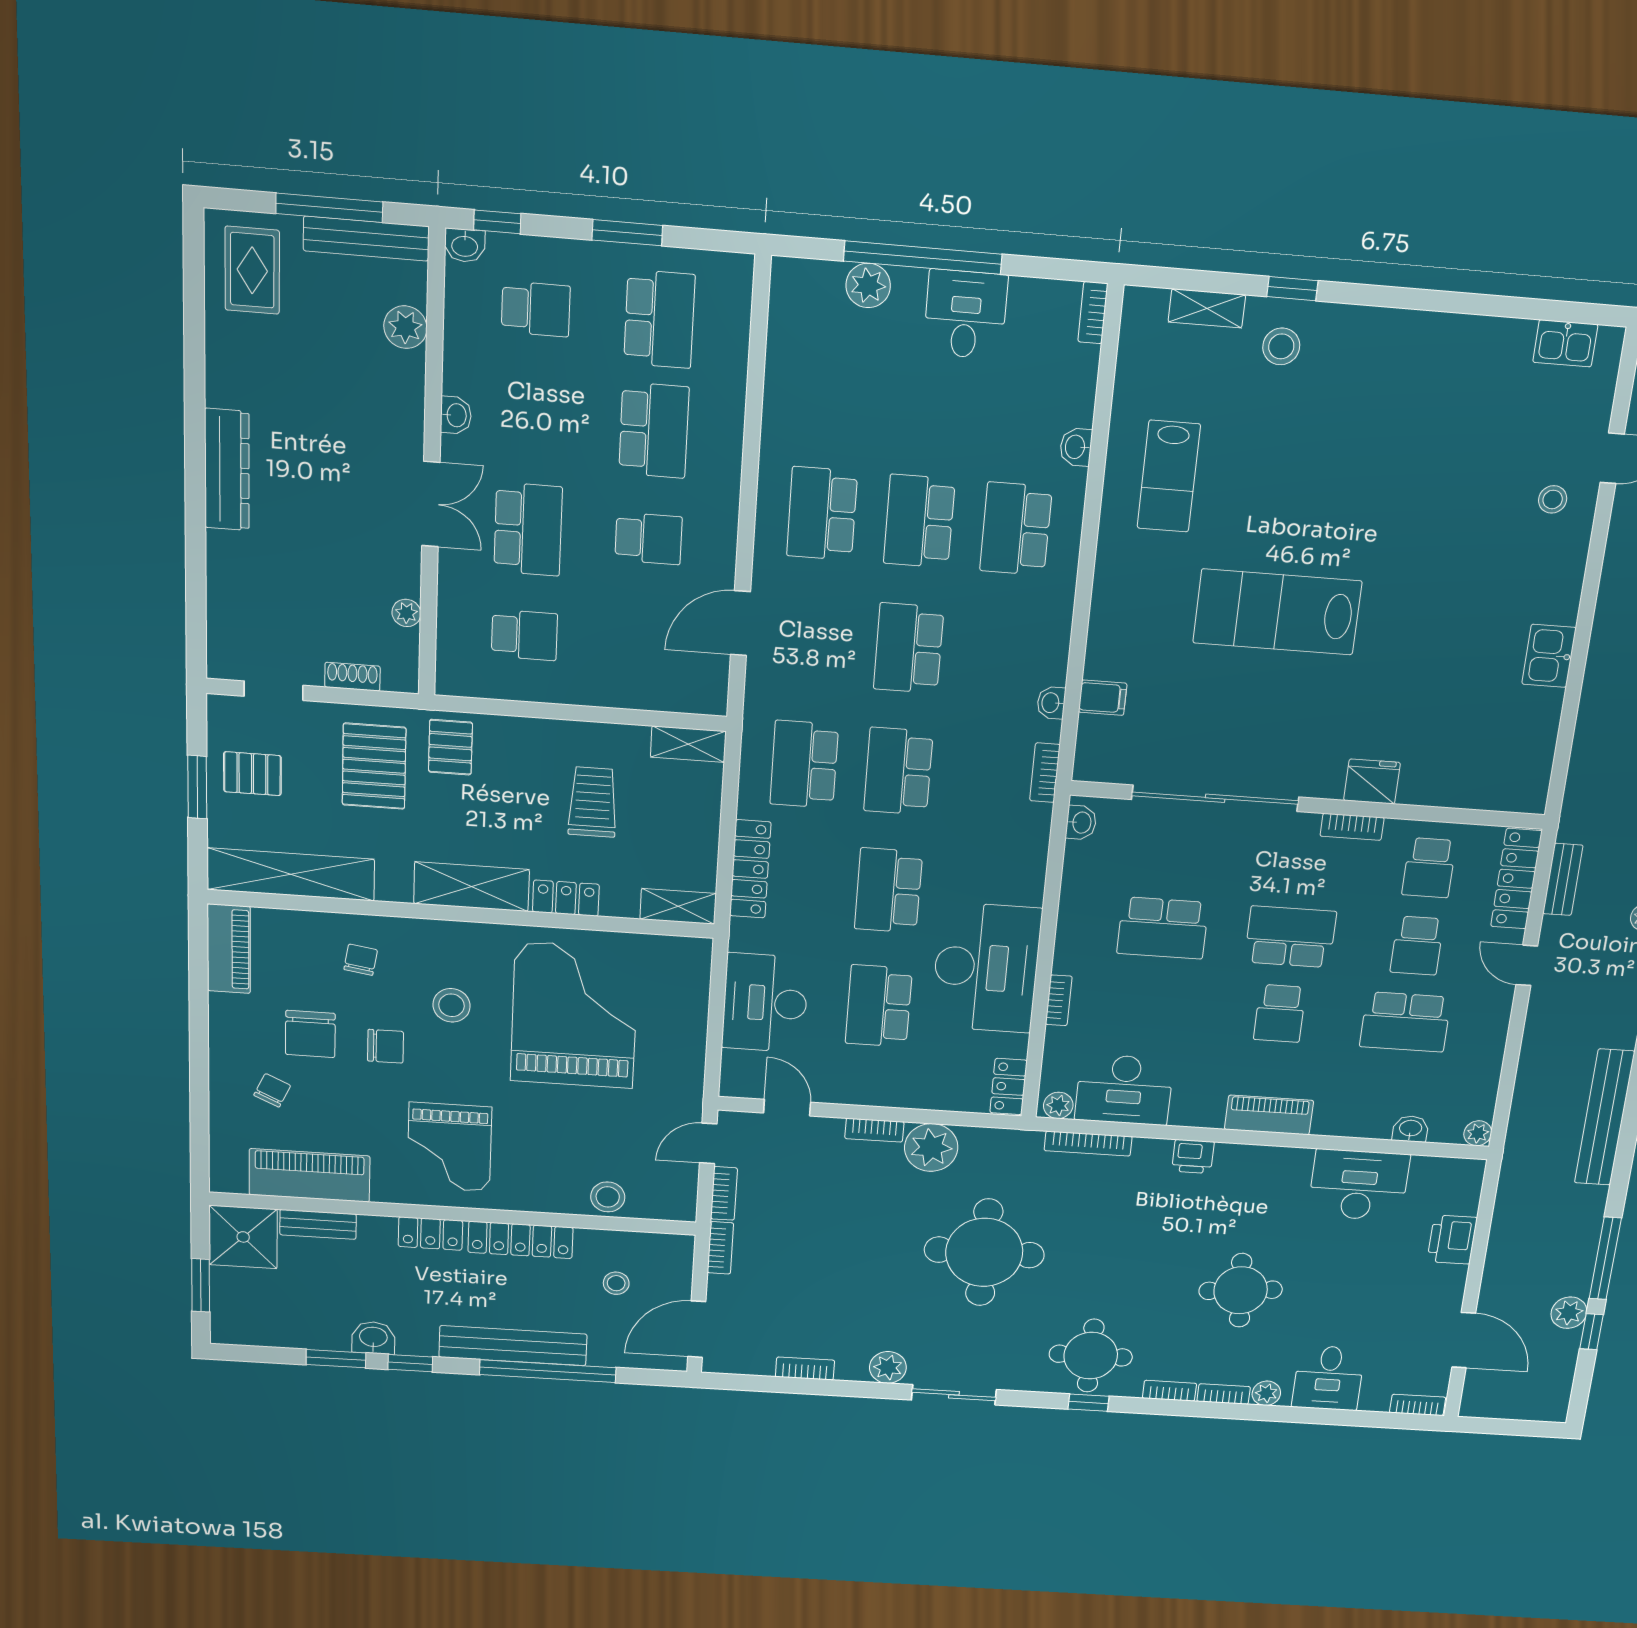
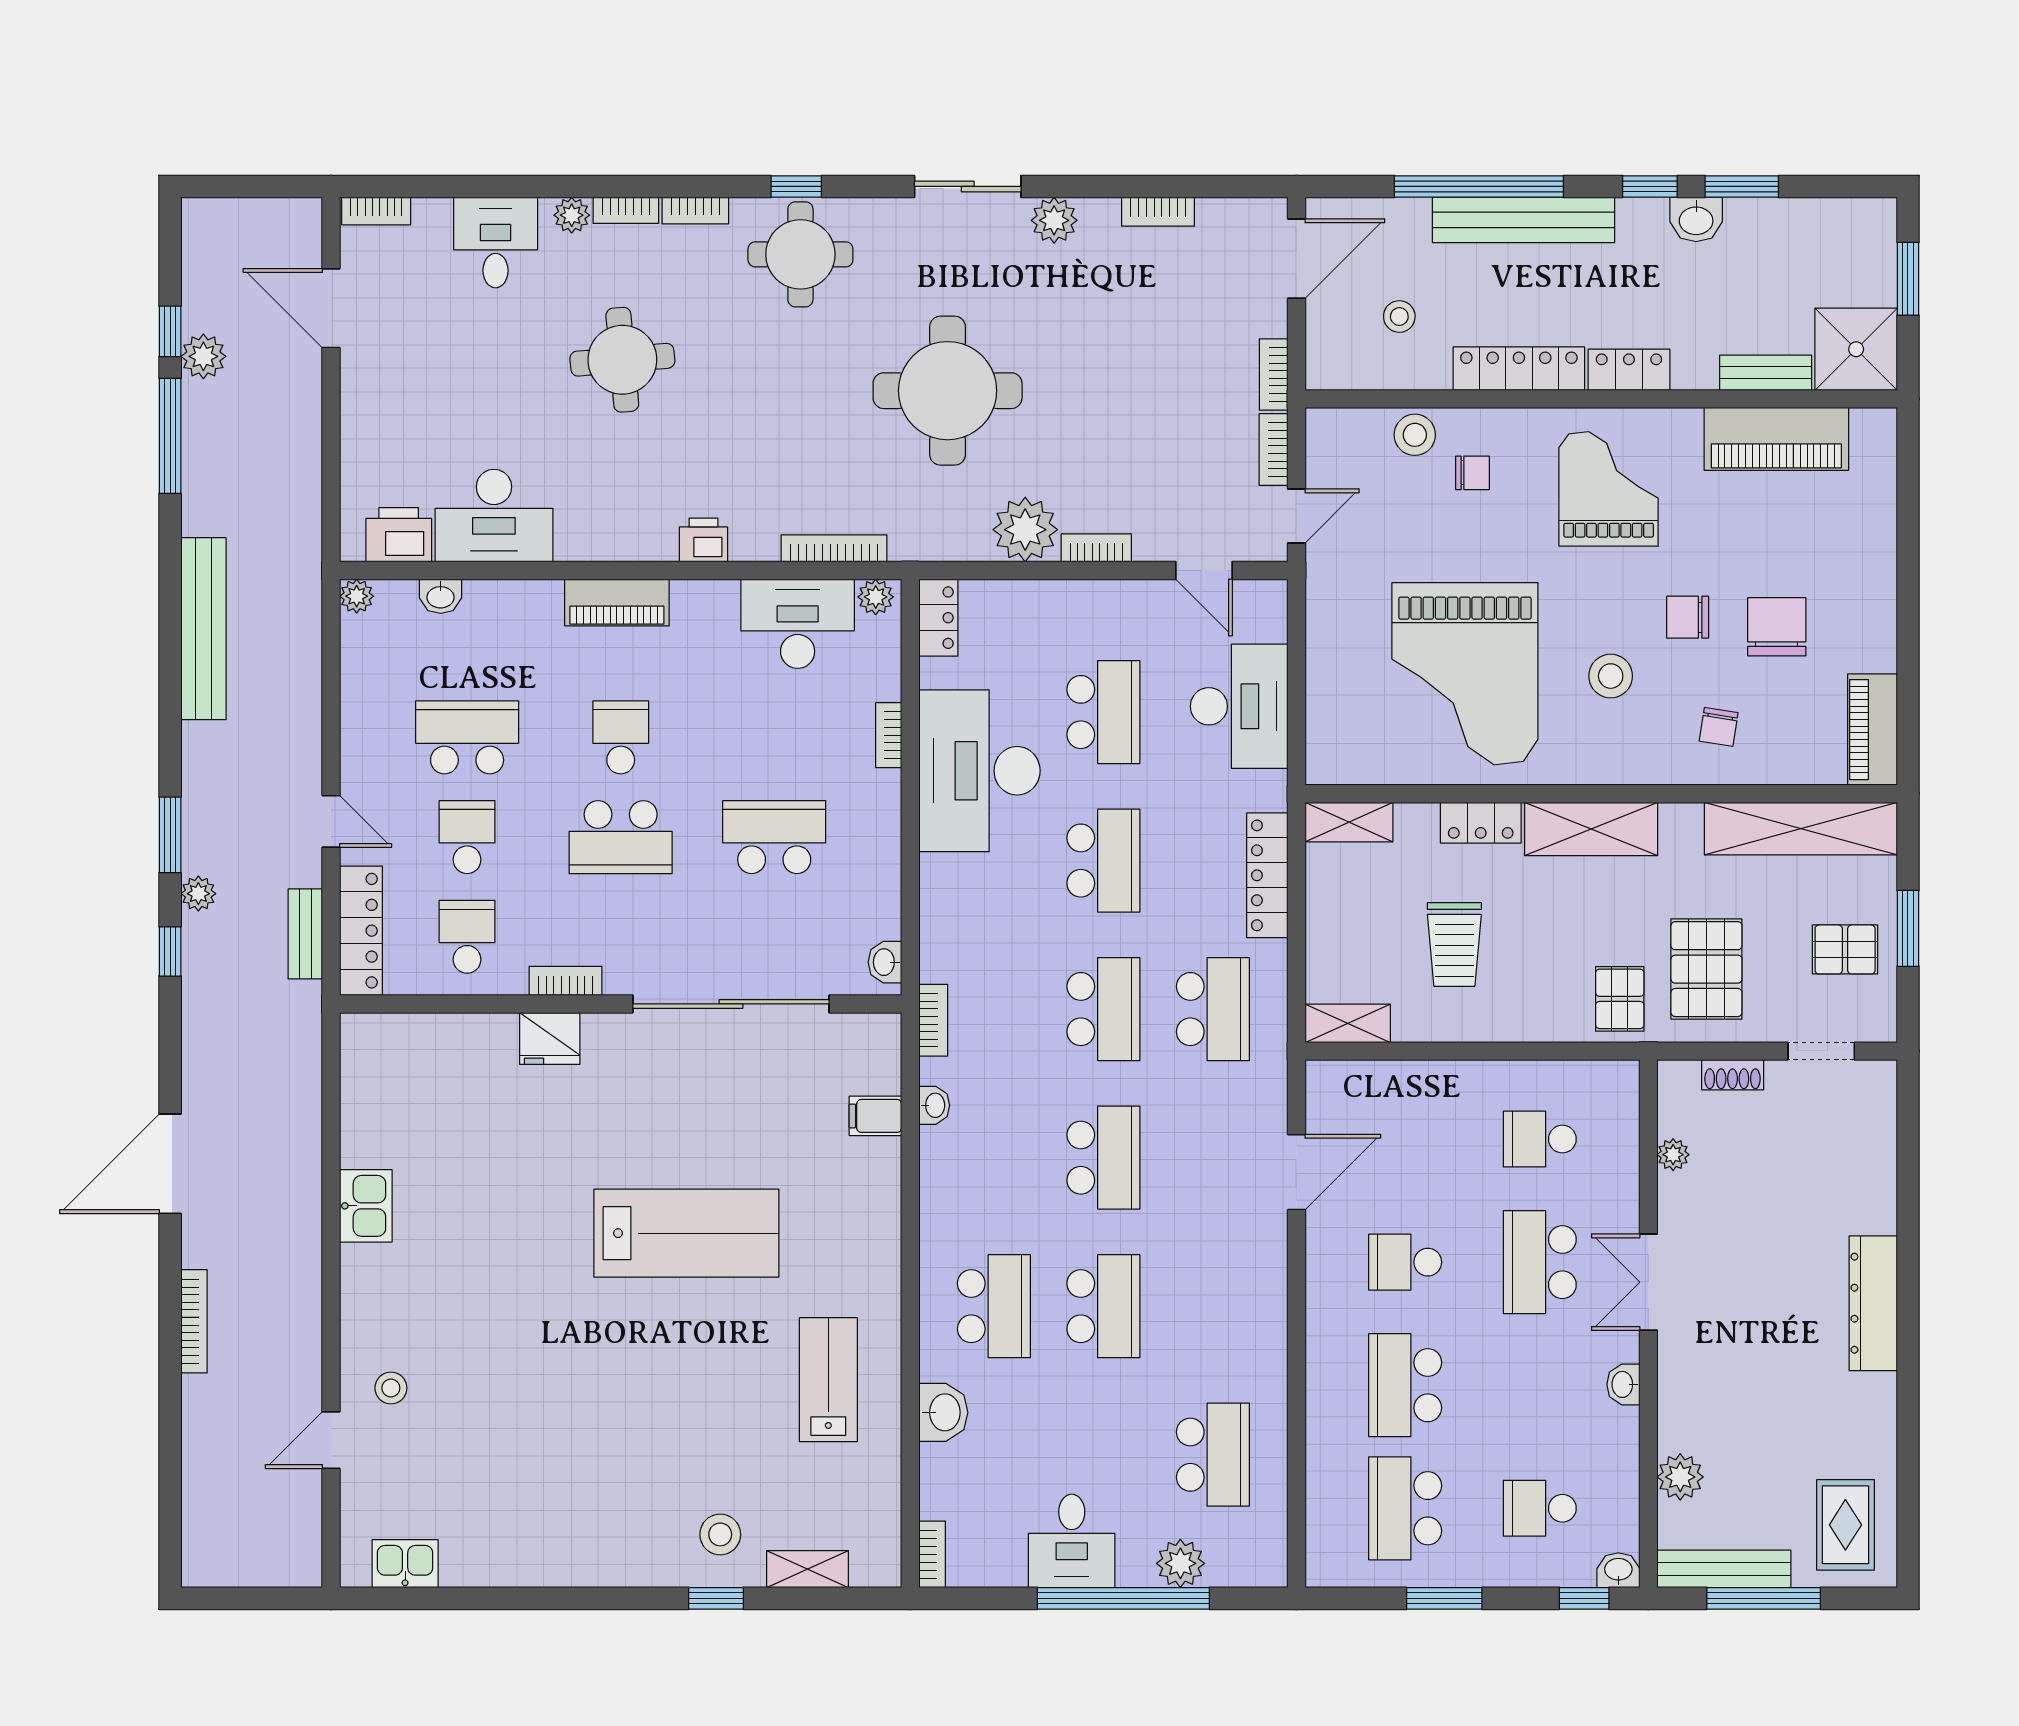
washbasin: (1076, 447) -> (943, 1412), width x1.38, depth x1.45
school desk: (822, 514) -> (1213, 1455), moved
chair: (272, 1090) -> (1473, 473), moved, turned -115
printer: (1452, 1240) -> (399, 535), moved, turned -90

